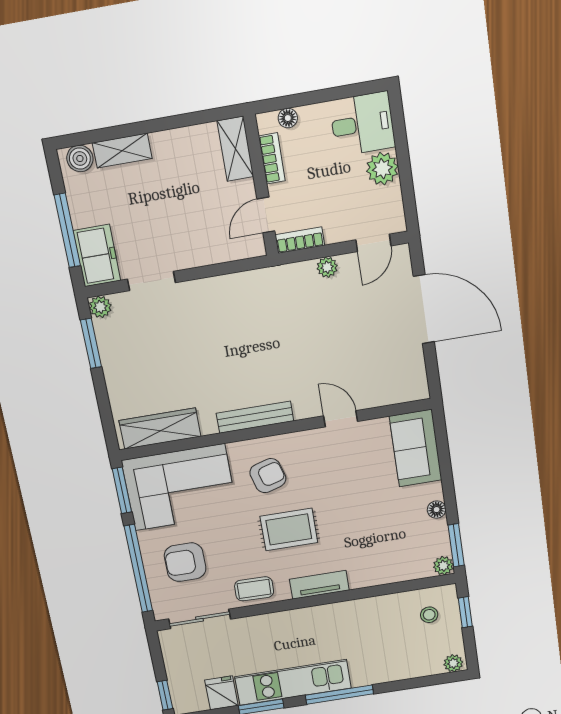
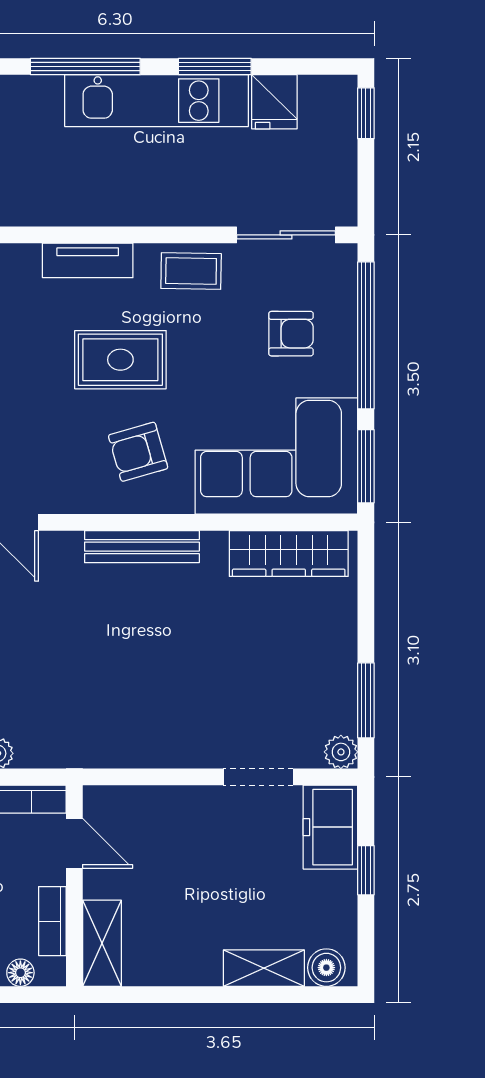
door: (266, 215) -> (74, 843), hinge flipped
window: (67, 230) -> (366, 870), width x0.46
armchair: (185, 562) -> (291, 334), width x0.72, depth x0.72

